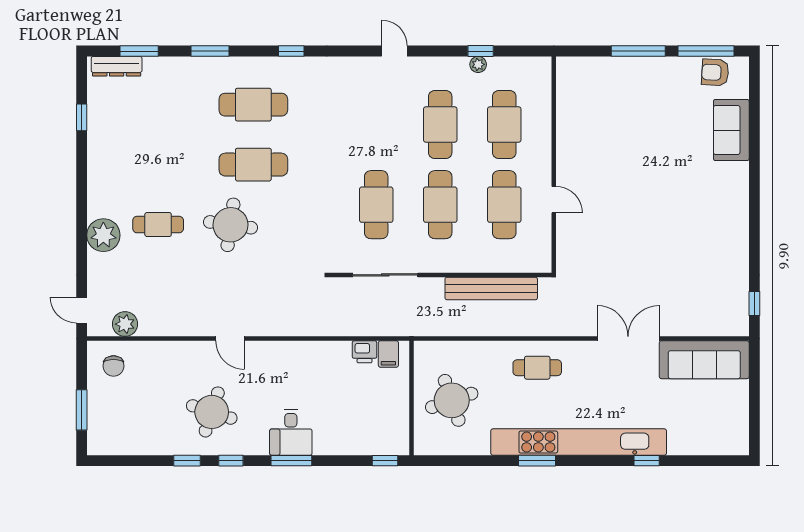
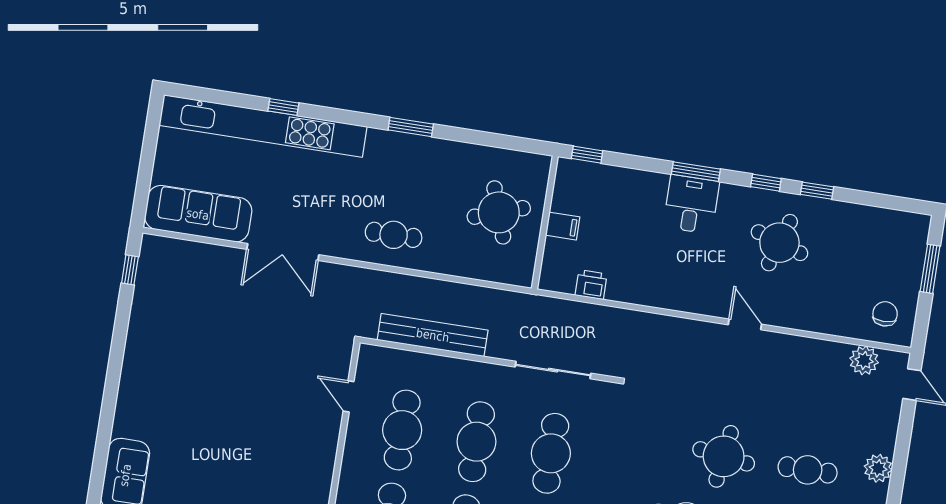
door: (554, 200) -> (349, 396), moved
plant: (103, 235) -> (878, 468), width x0.73, depth x0.73
filing cabinet: (388, 354) -> (563, 226), moved, turned 90
kitchen unit: (579, 442) -> (263, 126), moved

